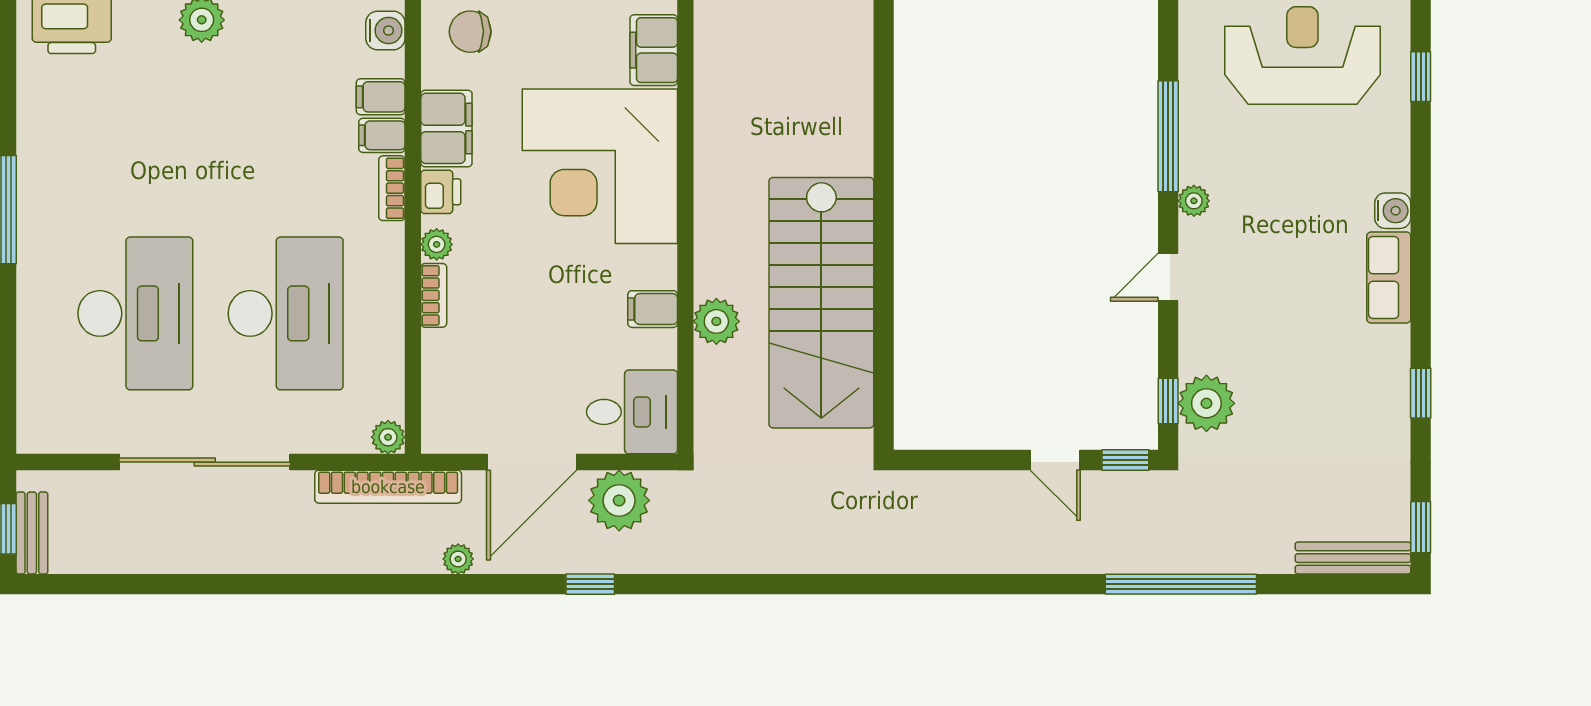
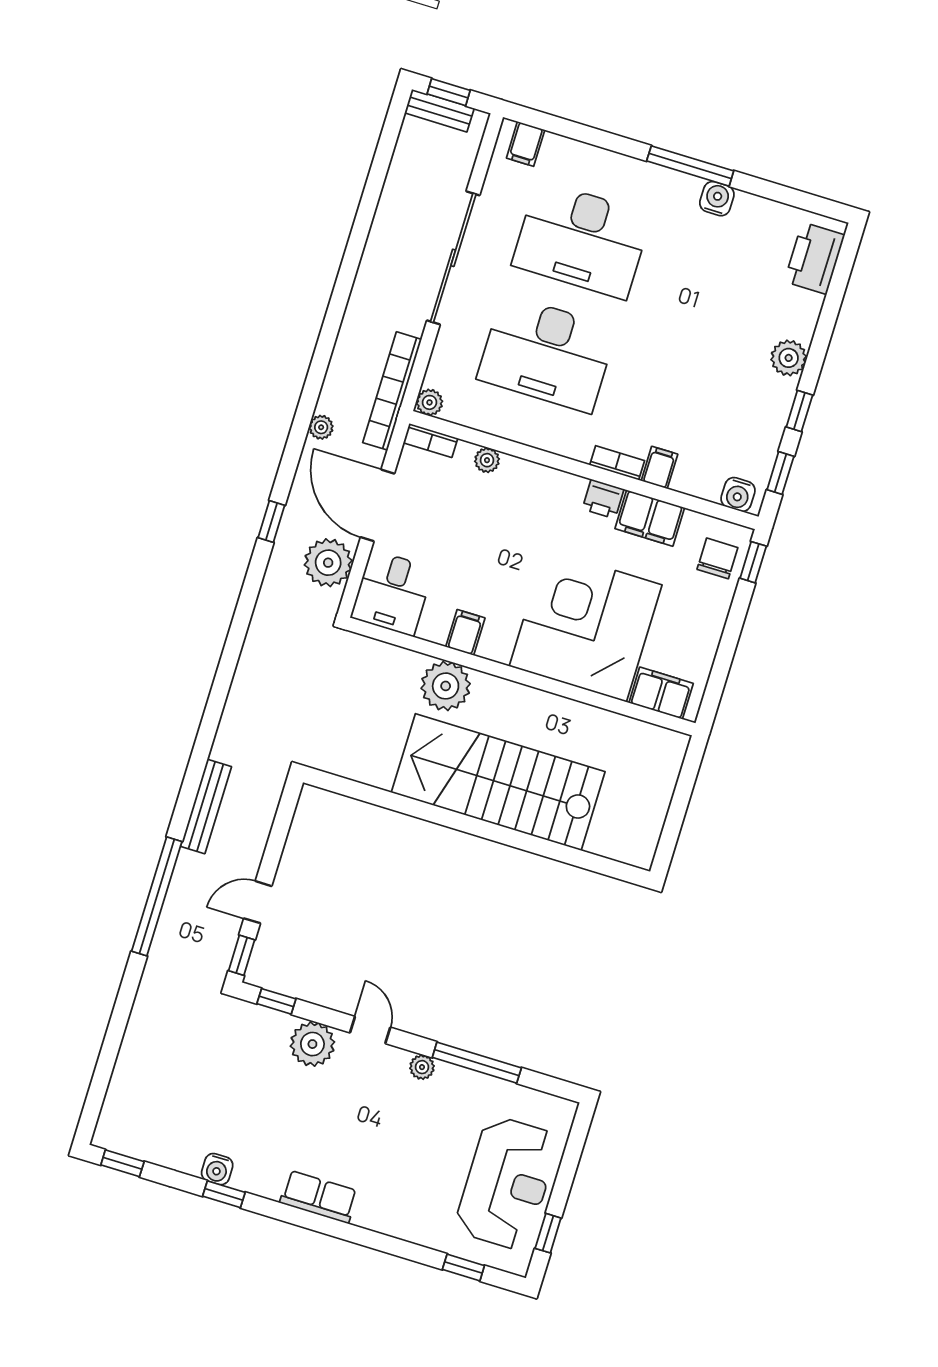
filing cabinet: (381, 97) -> (526, 144), moved, turned 180
water cooler: (36, 165) -> (717, 199), added
water cooler: (1393, 211) -> (217, 1169), moved
plant: (437, 244) -> (487, 460), moved
bookcase: (434, 295) -> (431, 440), moved
stairs: (821, 303) -> (498, 782), moved
plant: (716, 321) -> (446, 686), width x1.36, depth x1.36
plant: (1206, 403) -> (312, 1044), moved
bench: (1353, 558) -> (206, 806), moved
window: (1181, 584) -> (157, 896), moved

